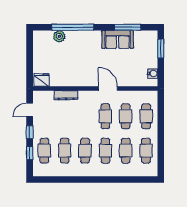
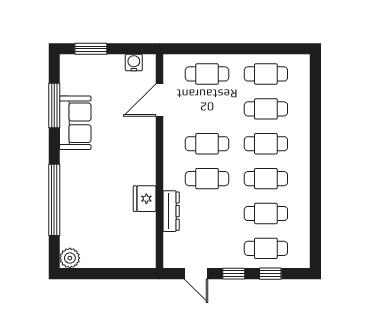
plant: (59, 36) -> (70, 258), moved
fridge: (42, 80) -> (145, 199), moved
door: (108, 89) -> (159, 100), moved
cafe table: (126, 116) -> (207, 179), moved

